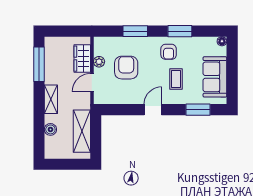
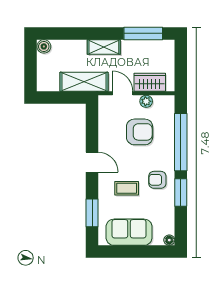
window: (135, 31) -> (181, 142), width x2.11
boiler: (50, 129) -> (44, 46), moved
shelving: (82, 131) -> (84, 82), moved

